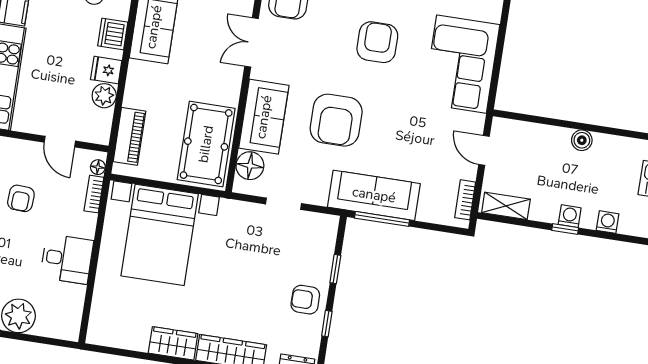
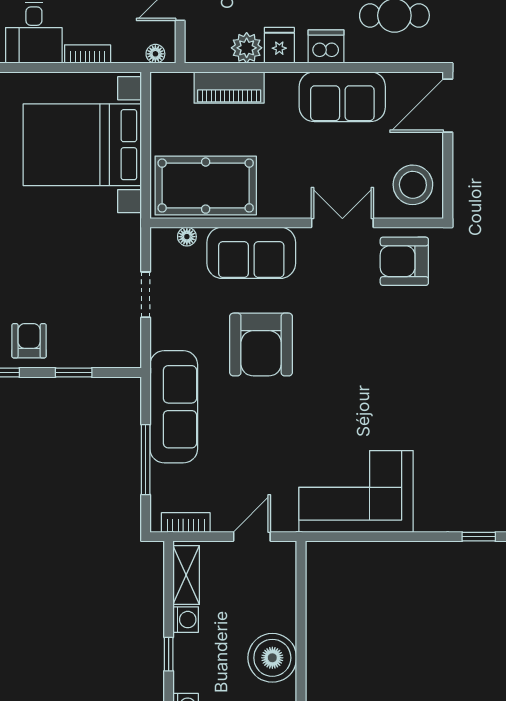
armchair: (377, 42) -> (367, 381), removed
armchair: (336, 120) -> (261, 344), turned -90
piano: (129, 136) -> (229, 87), moved
boiler: (582, 140) -> (272, 658), width x1.86, depth x1.86
floor lamp: (250, 166) -> (187, 237), width x0.53, depth x0.53
bookcase: (94, 194) -> (88, 54), moved
washing machine: (570, 216) -> (186, 620), moved
window: (382, 219) -> (146, 460), moved

